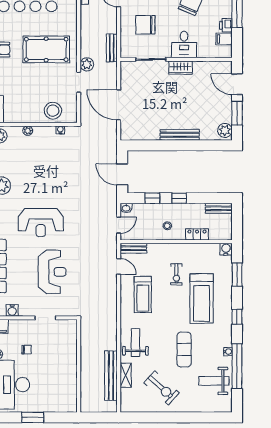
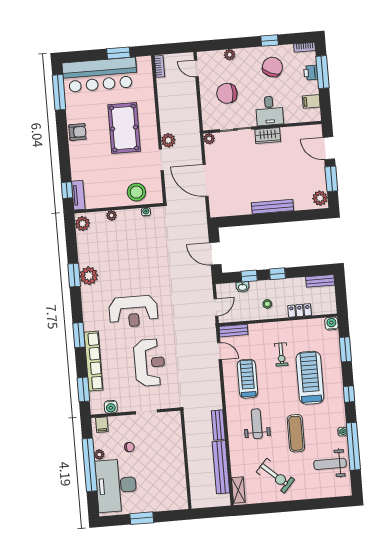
printer: (226, 25) -> (311, 73), moved
bench: (112, 48) -> (218, 425), moved
pool table: (46, 49) -> (124, 128), turned 90
plant: (125, 66) -> (209, 139), added
washbasin: (126, 208) -> (243, 287), moved
treadmill: (143, 295) -> (247, 379), turned 180
treadmill: (202, 298) -> (310, 378), turned 180
weight bench: (135, 342) -> (257, 424), moved
shelving: (126, 375) -> (238, 490), moved

